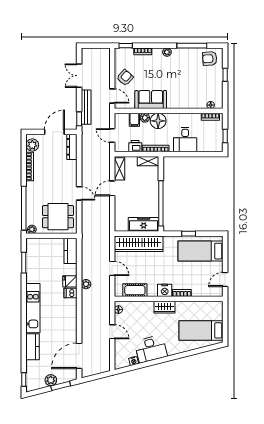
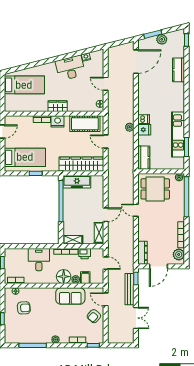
armchair: (210, 59) -> (24, 308), moved
cot: (135, 290) -> (85, 124), width x1.37, depth x1.34
kitchen unit: (33, 308) -> (178, 135), moved

